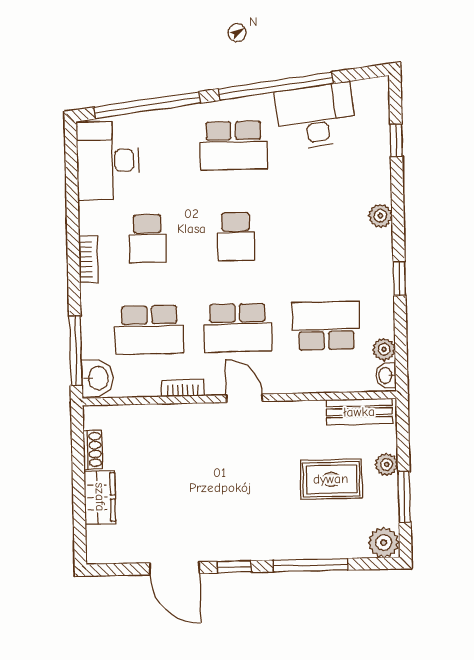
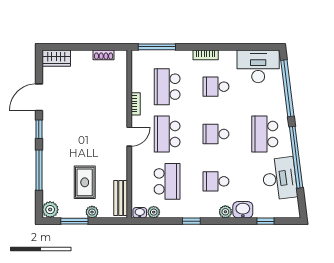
school desk: (324, 235) -> (216, 181), added
washbasin: (97, 378) -> (243, 210), moved, turned 180
wardrobe: (100, 497) -> (56, 58), moved

